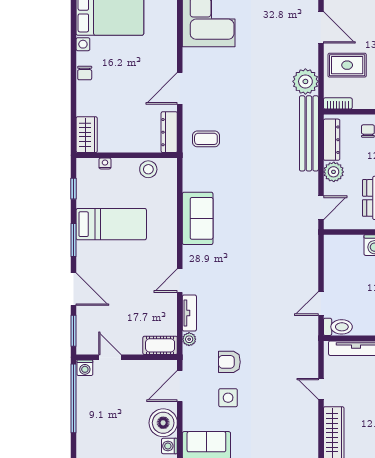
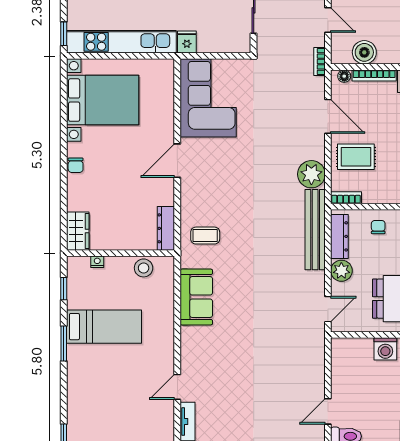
door: (180, 88) -> (177, 161), moved
sofa: (198, 218) -> (196, 297), moved
door: (74, 289) -> (64, 396), removed

